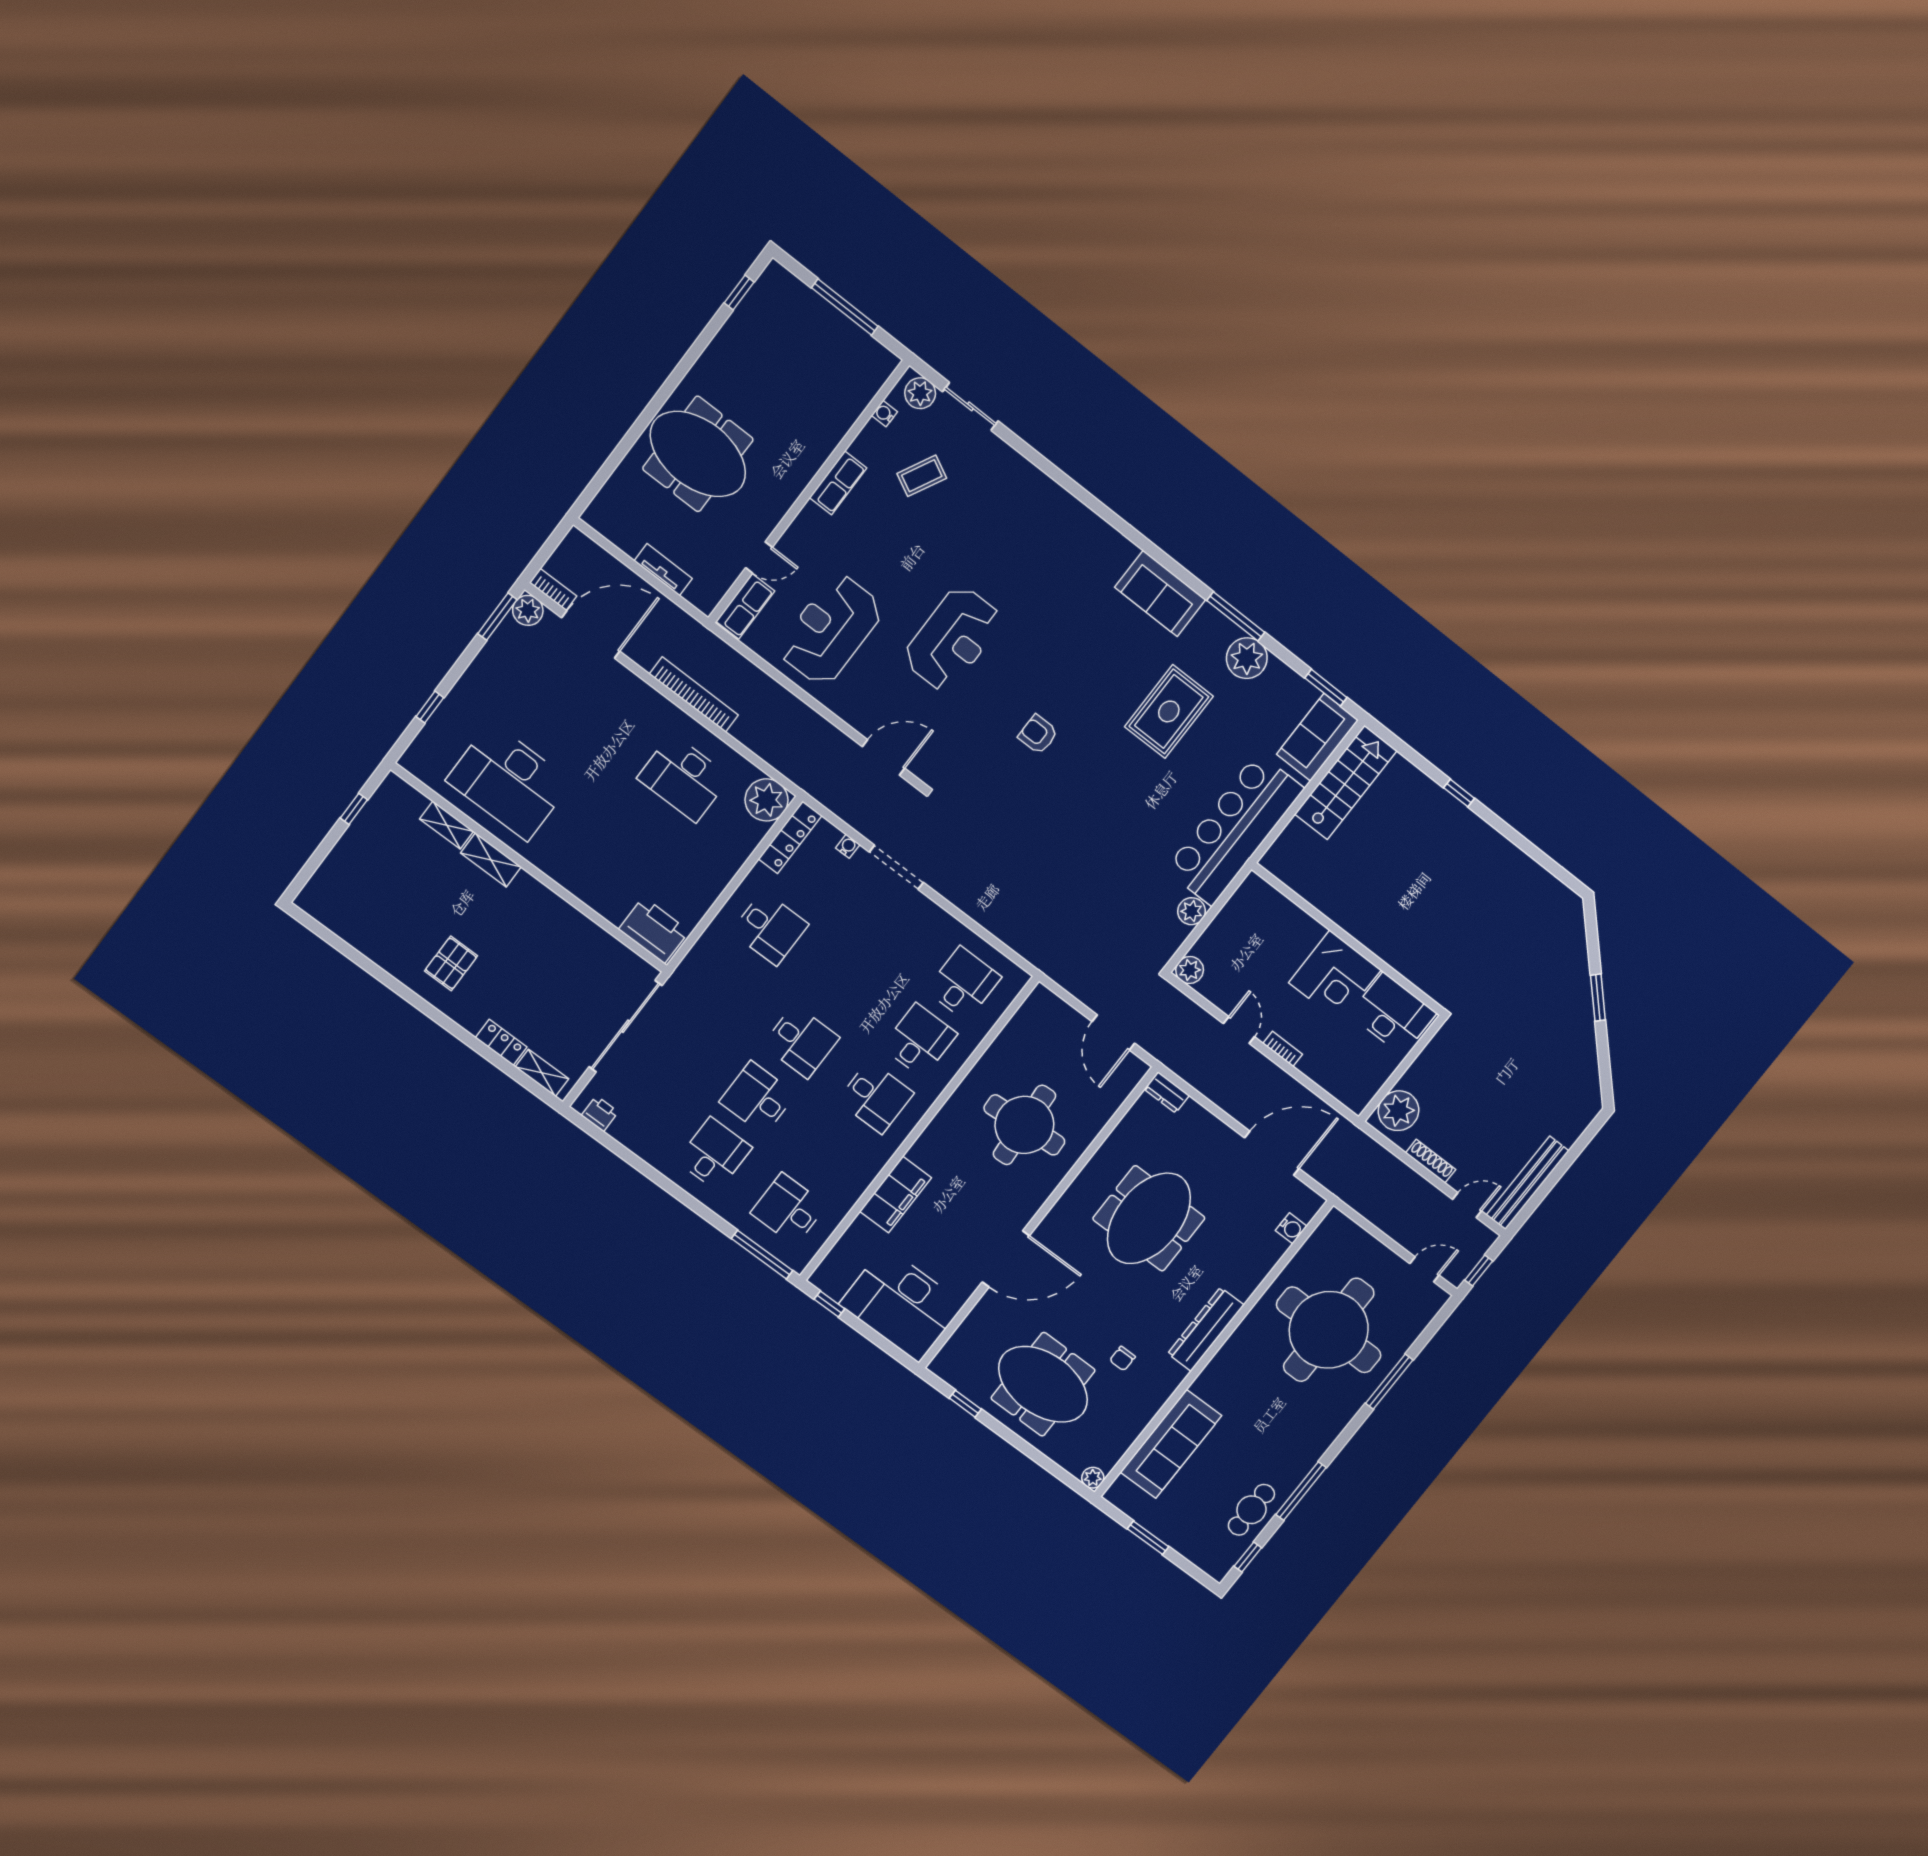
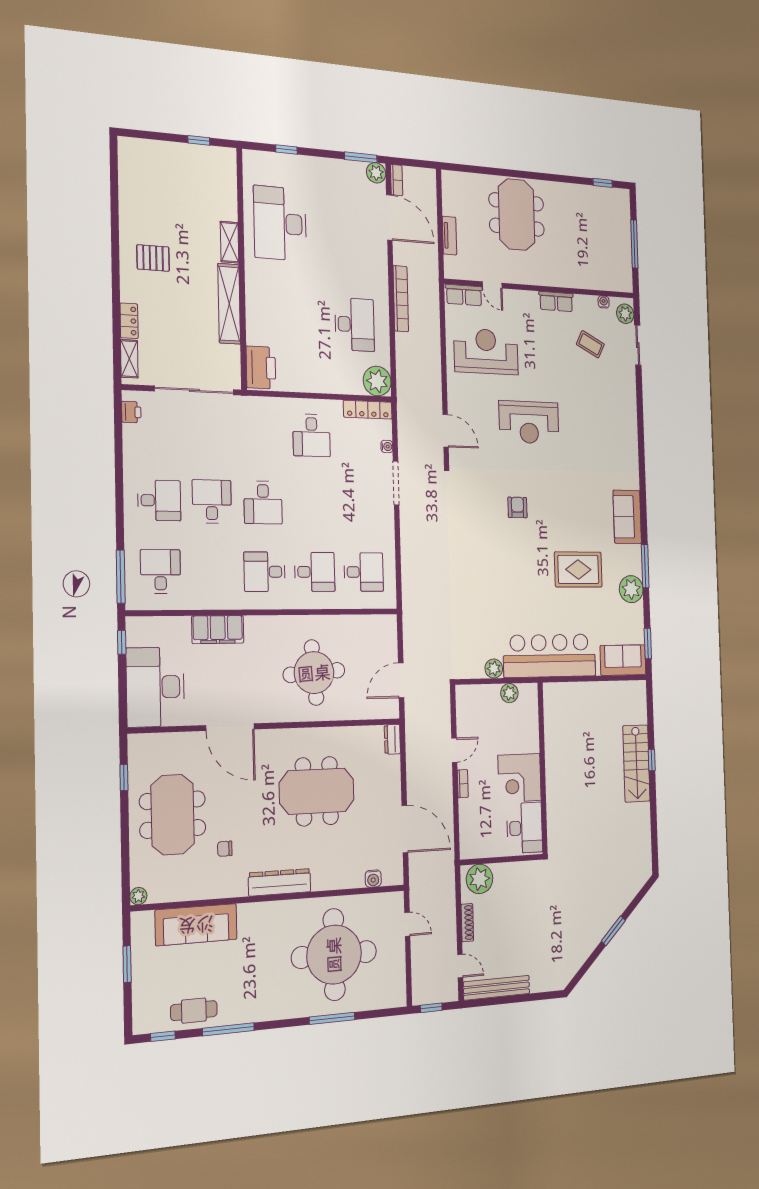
desk: (684, 778) -> (355, 325), turned 180
stairs: (1346, 783) -> (636, 763), moved, turned 90
shelving: (447, 825) -> (229, 304), moved, width x2.20, depth x1.33
plant: (1190, 970) -> (509, 693), moved
desk: (876, 1097) -> (265, 572), turned 90
door: (1424, 1269) -> (407, 924), moved

